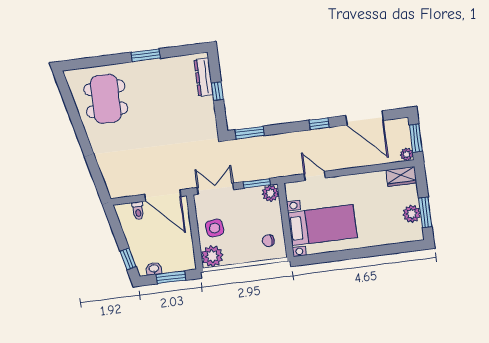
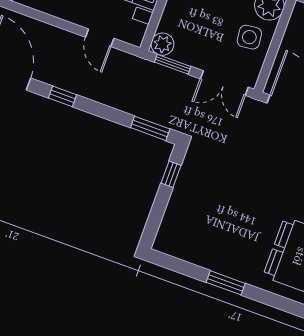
dresser: (204, 77) -> (171, 222), removed
window: (217, 91) -> (171, 174), moved

